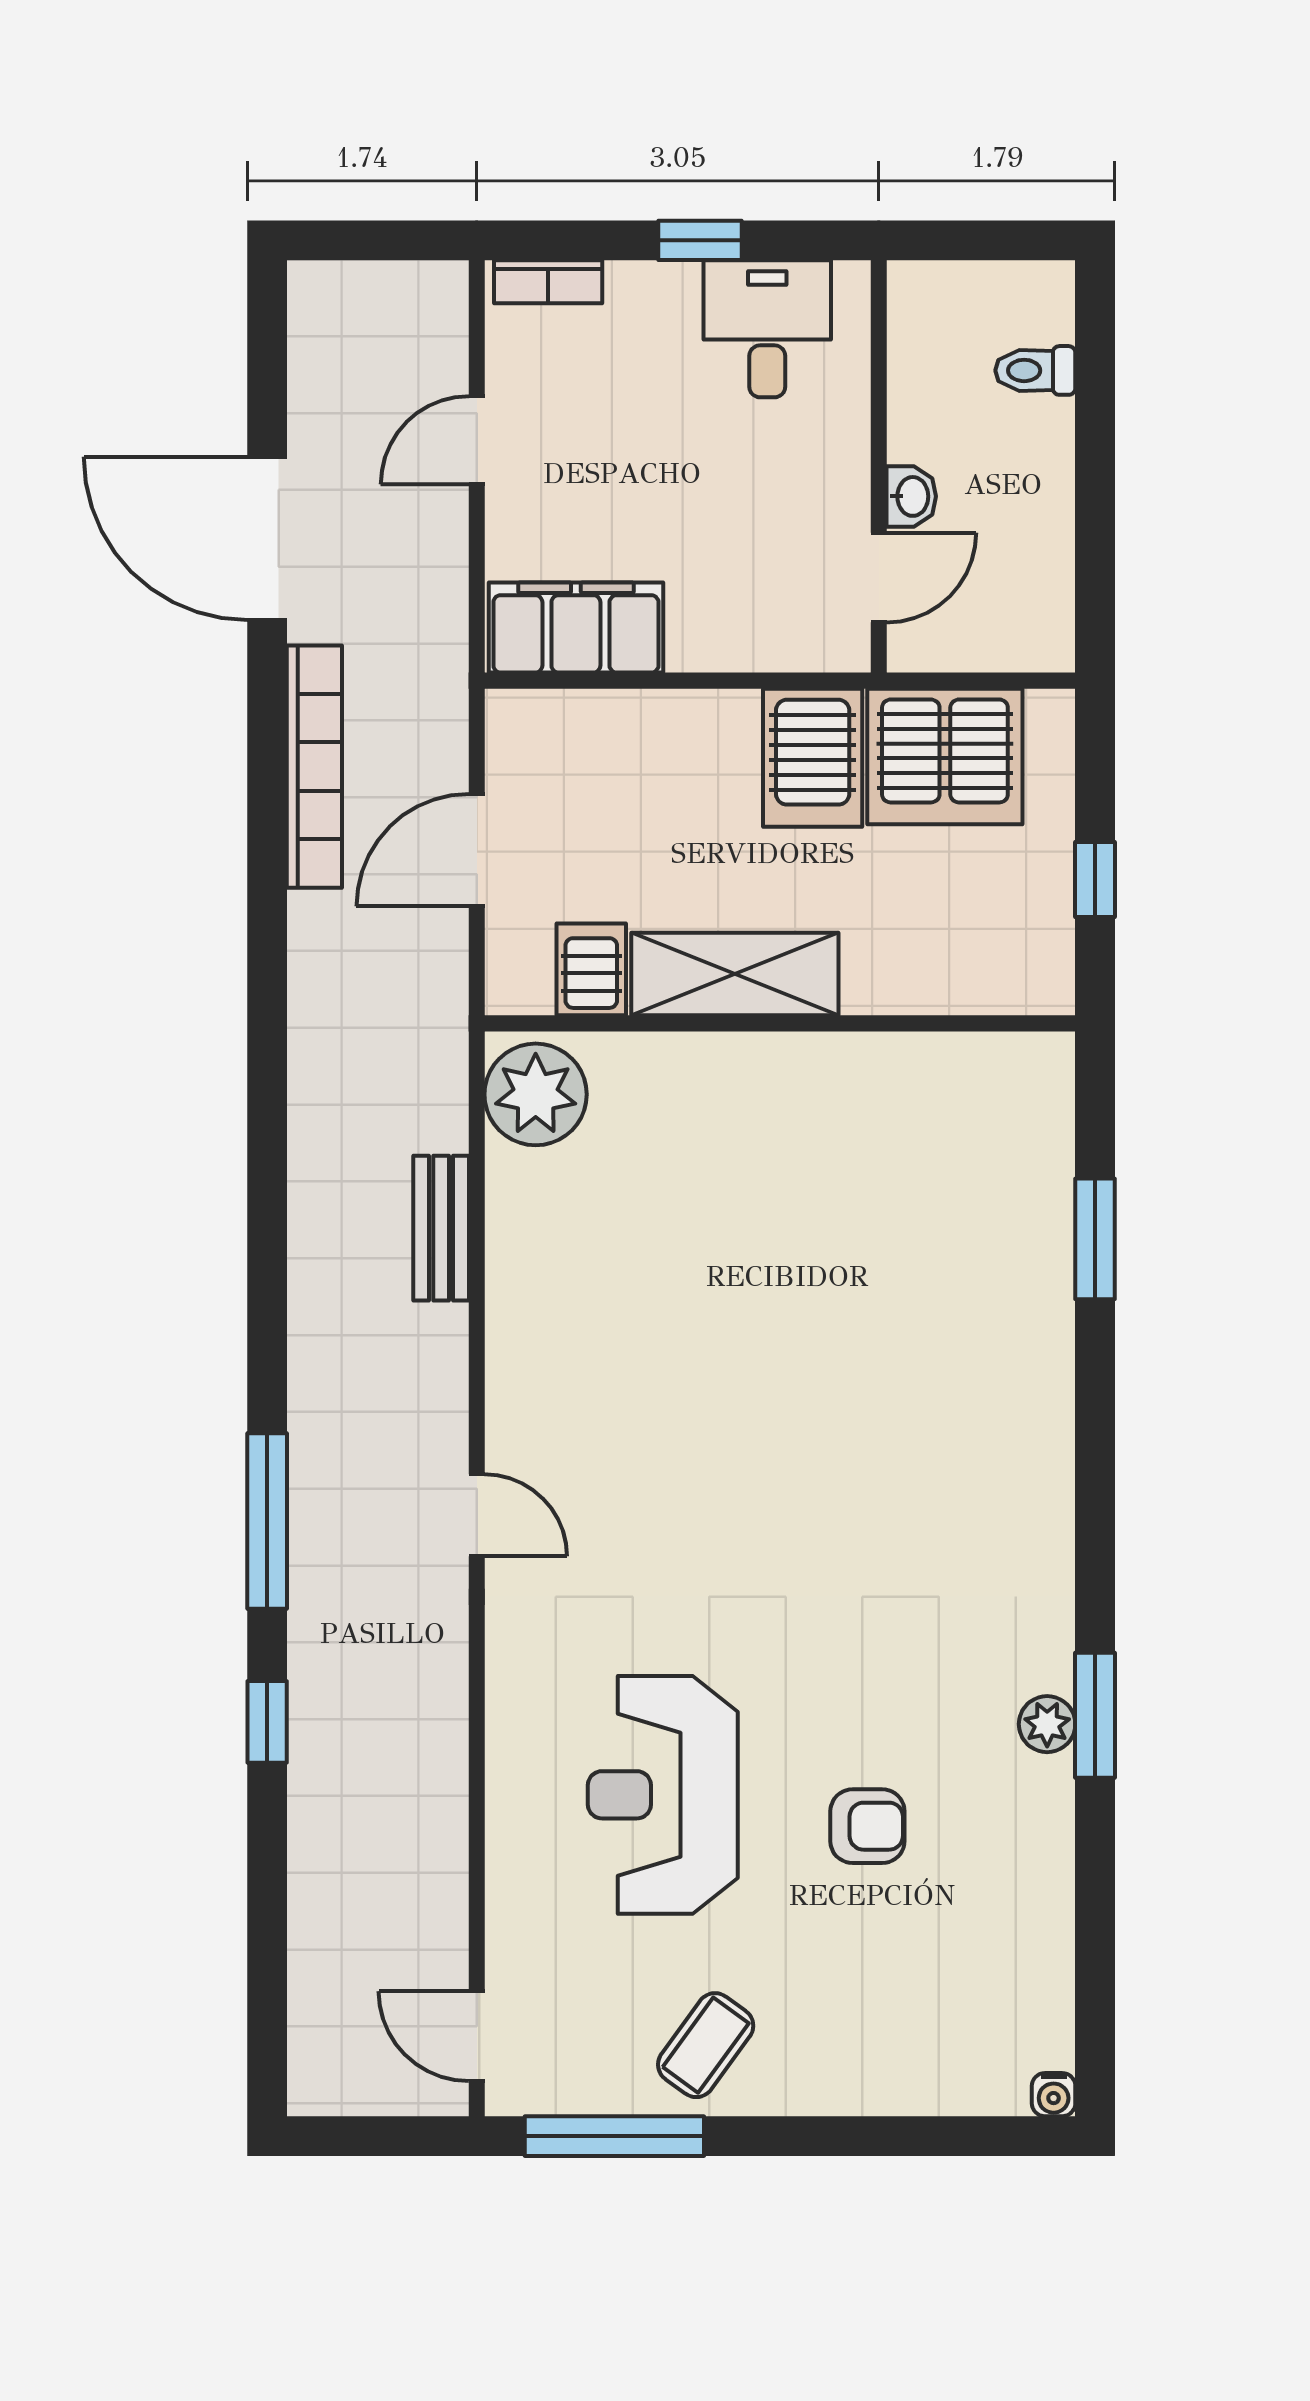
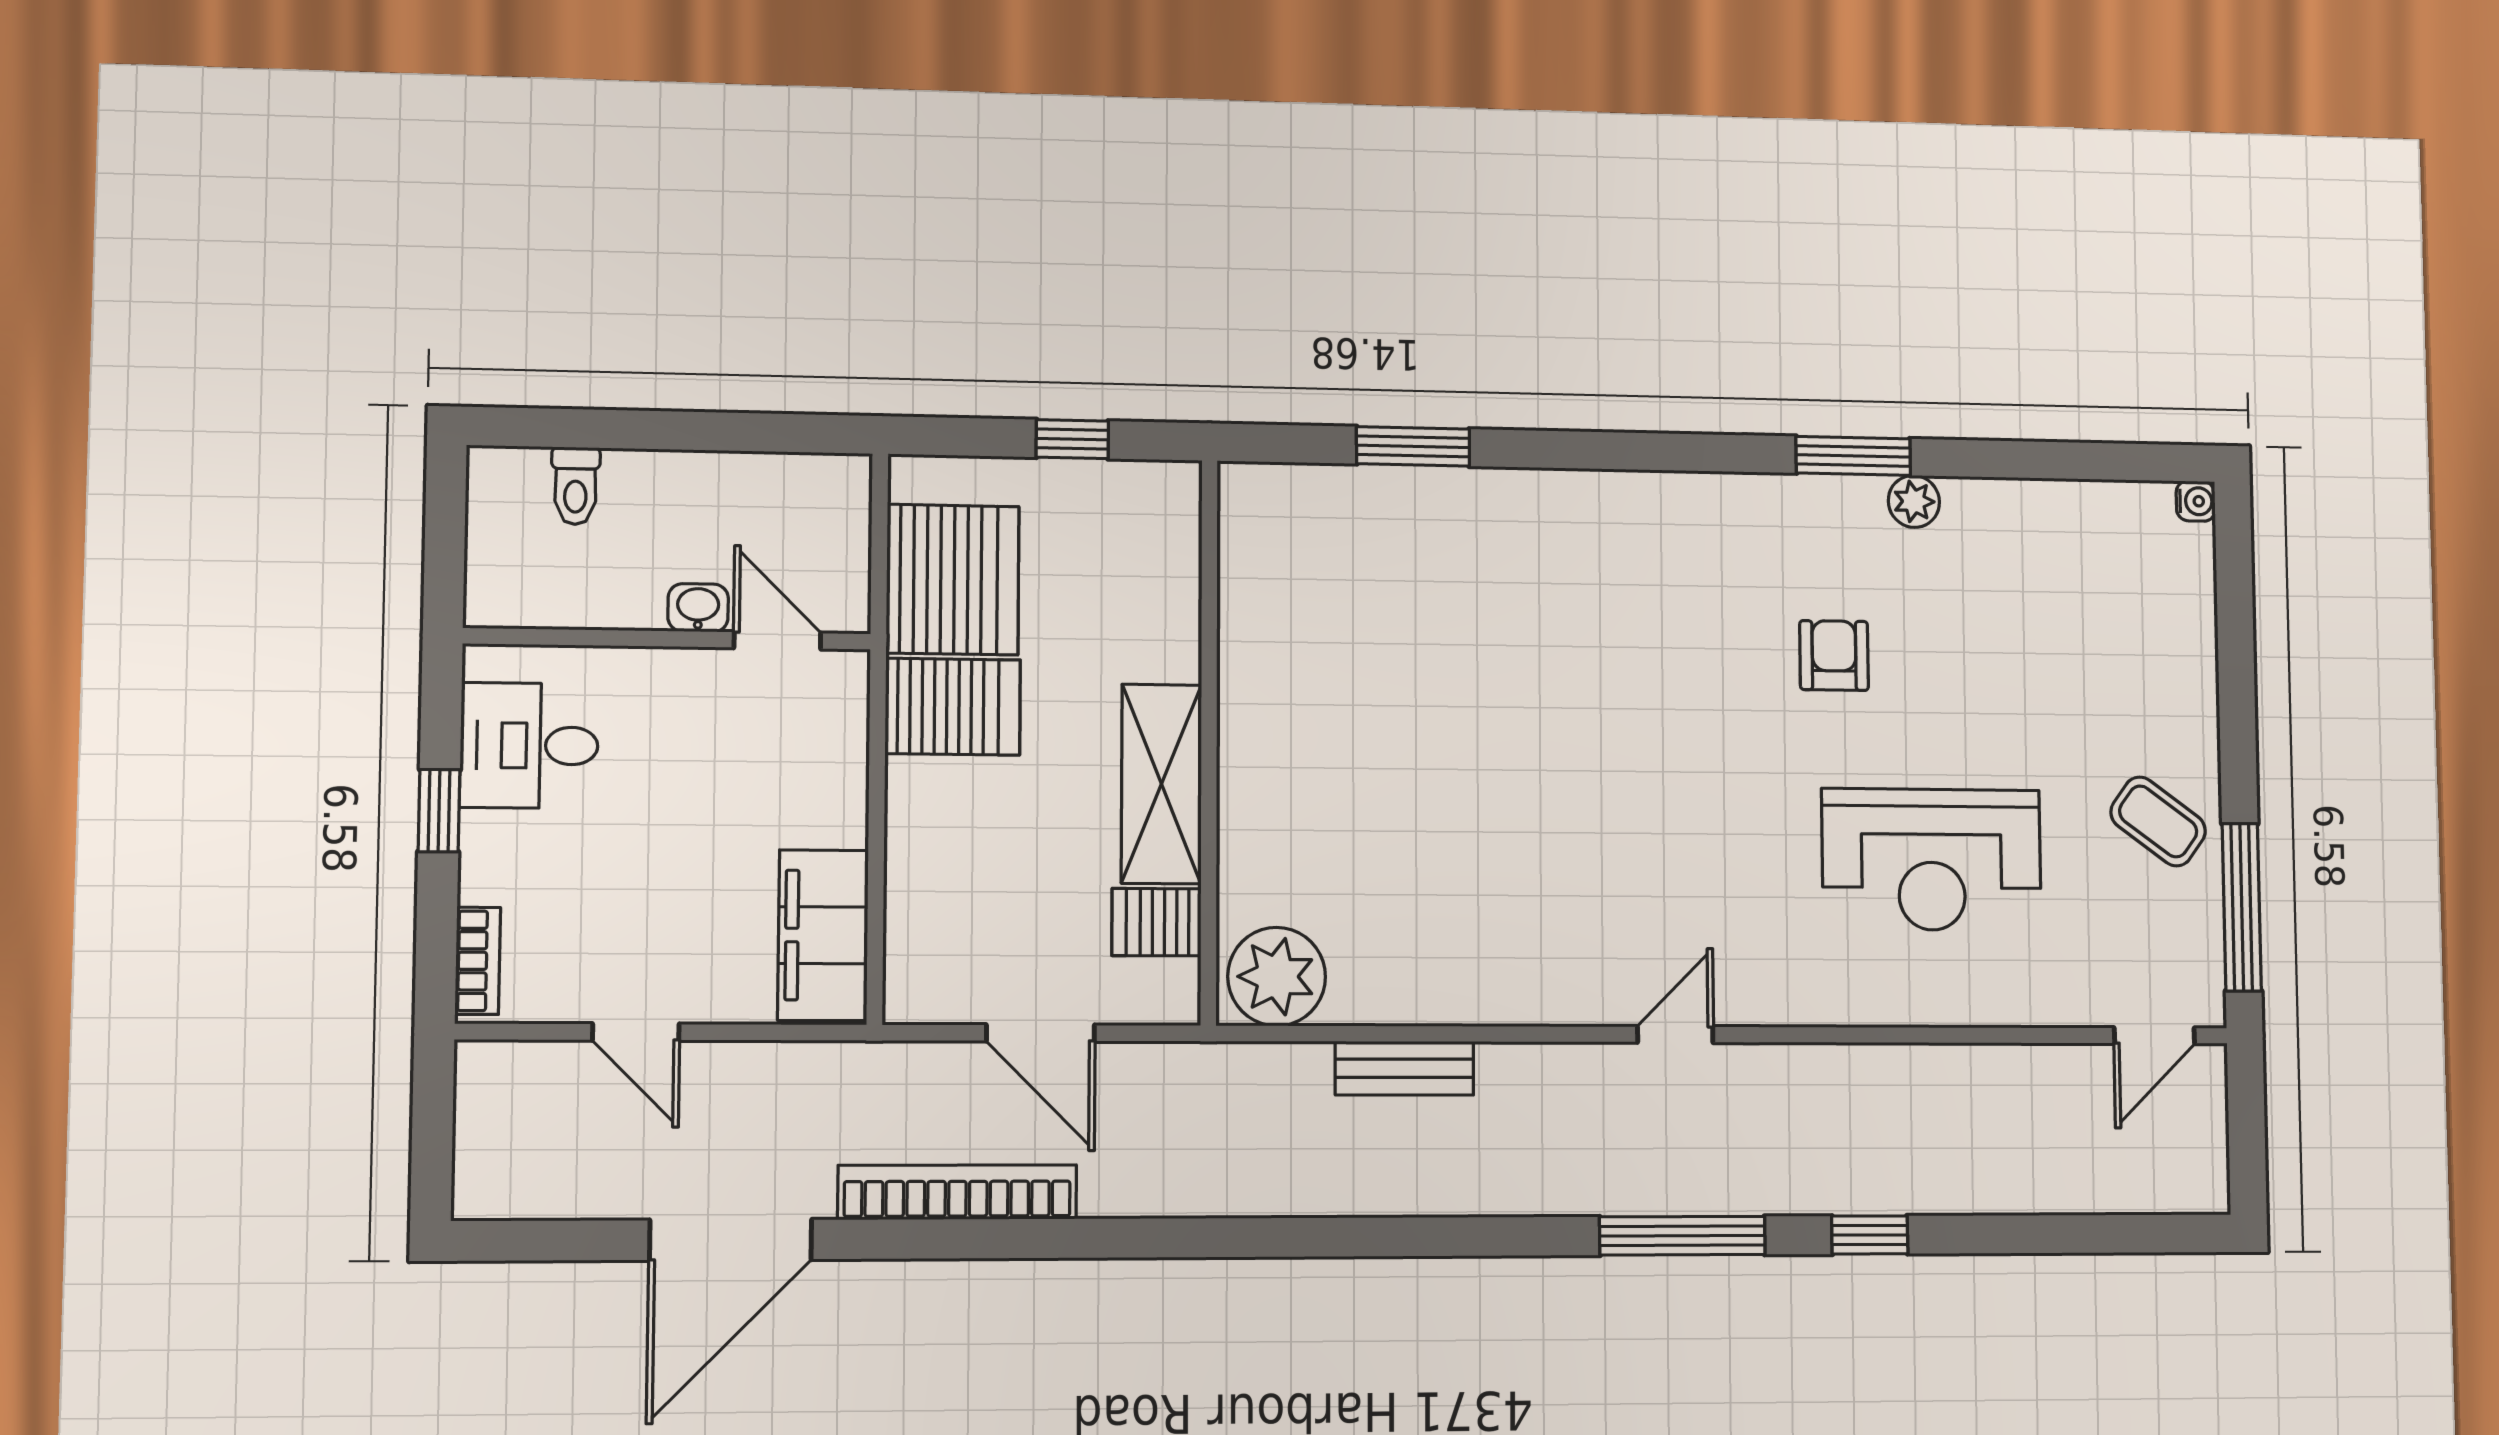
plant: (1047, 1724) -> (1914, 501), moved
armchair: (867, 1826) -> (1834, 655), moved

